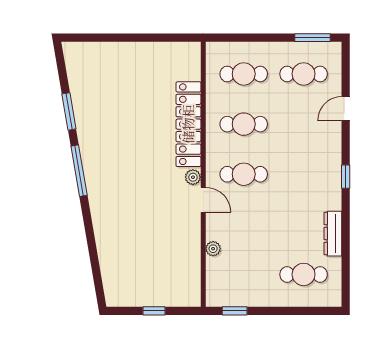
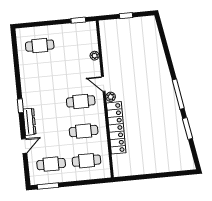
dresser: (333, 234) -> (30, 122), moved

